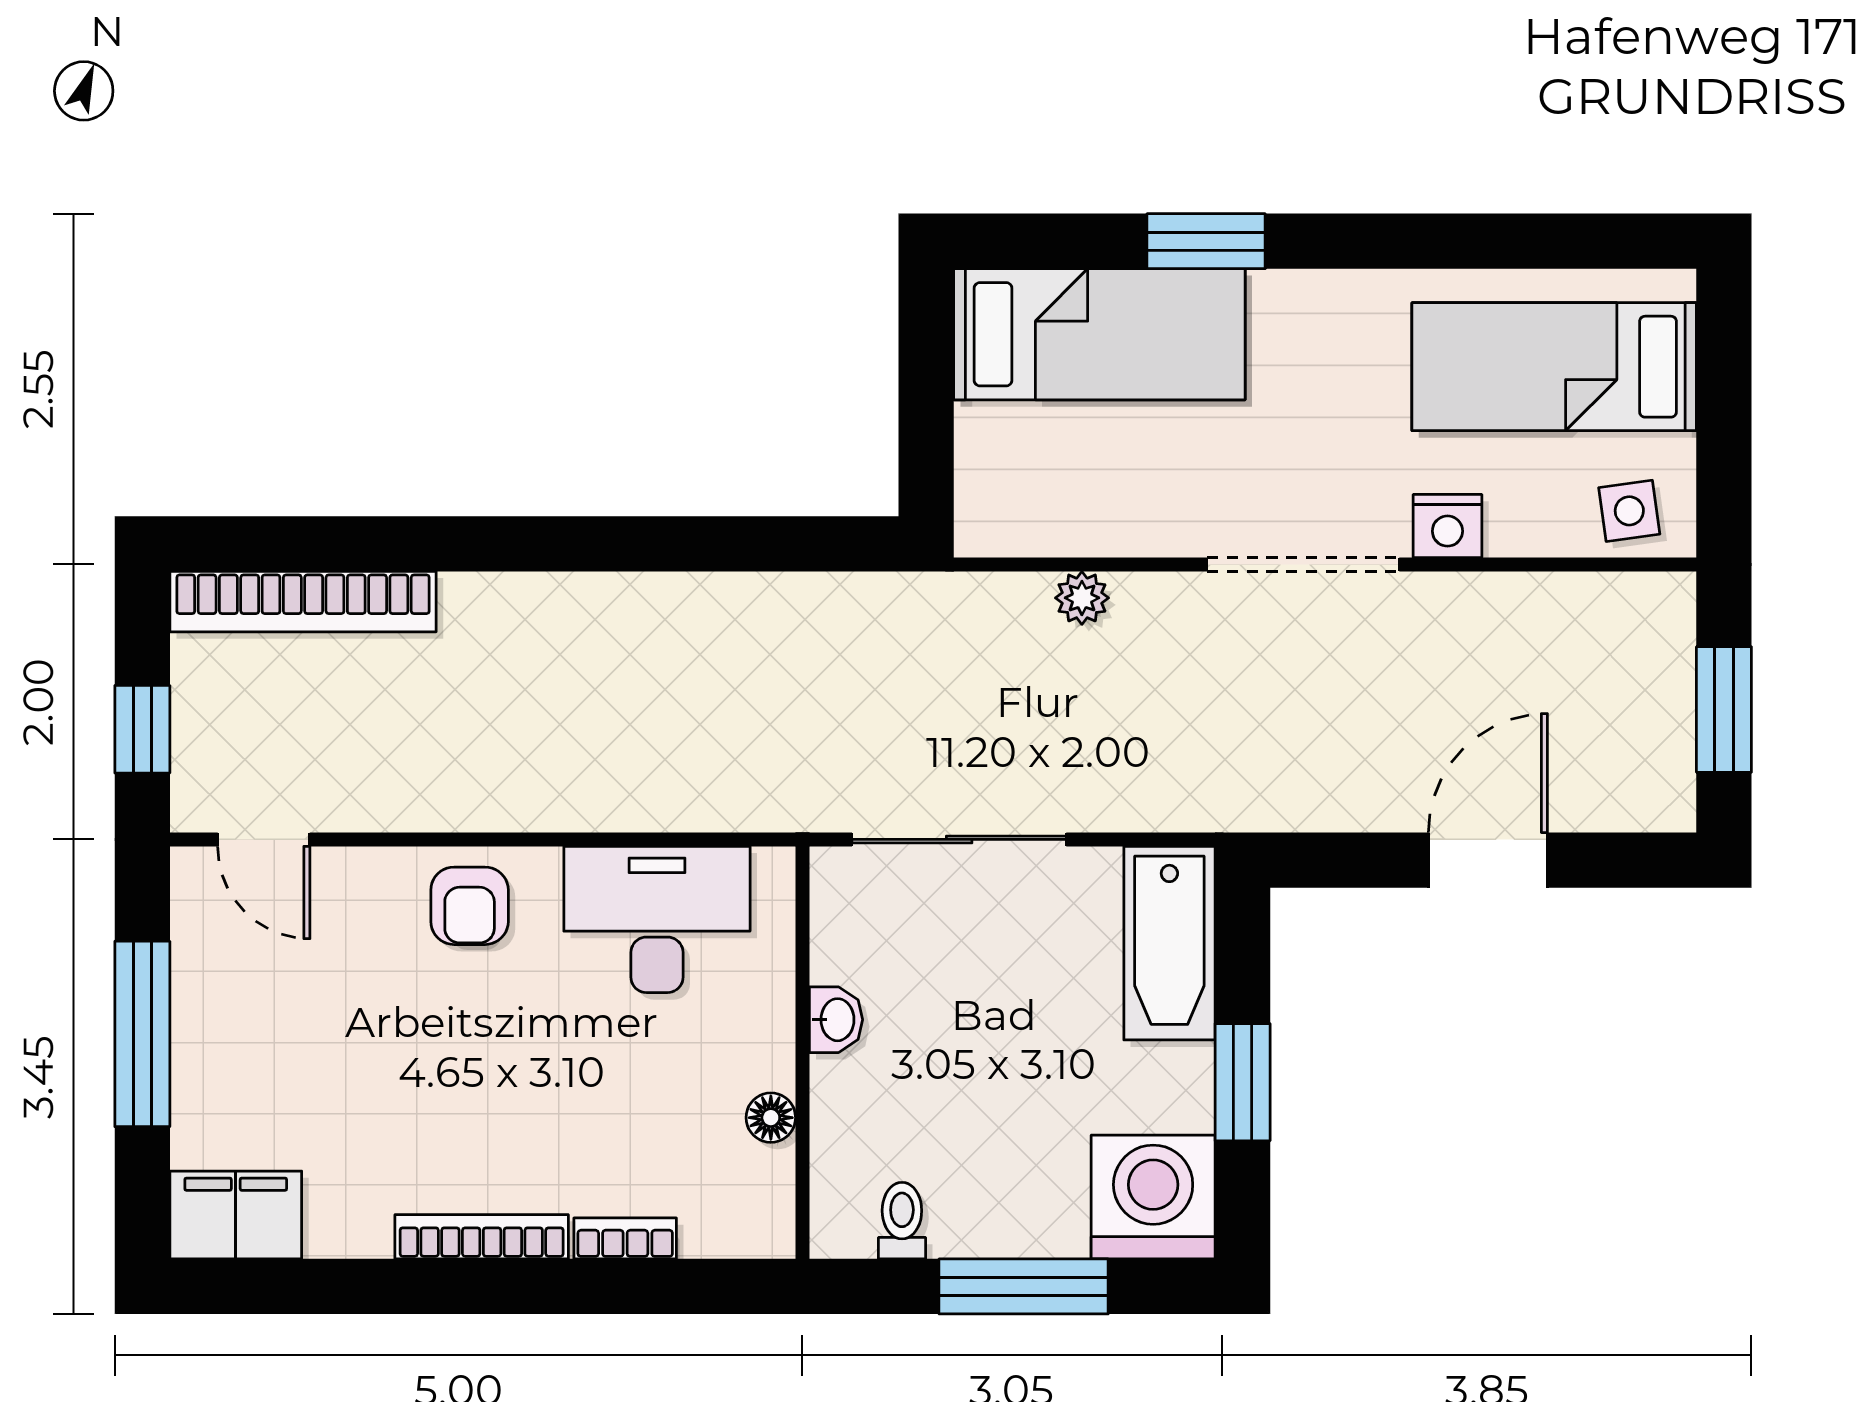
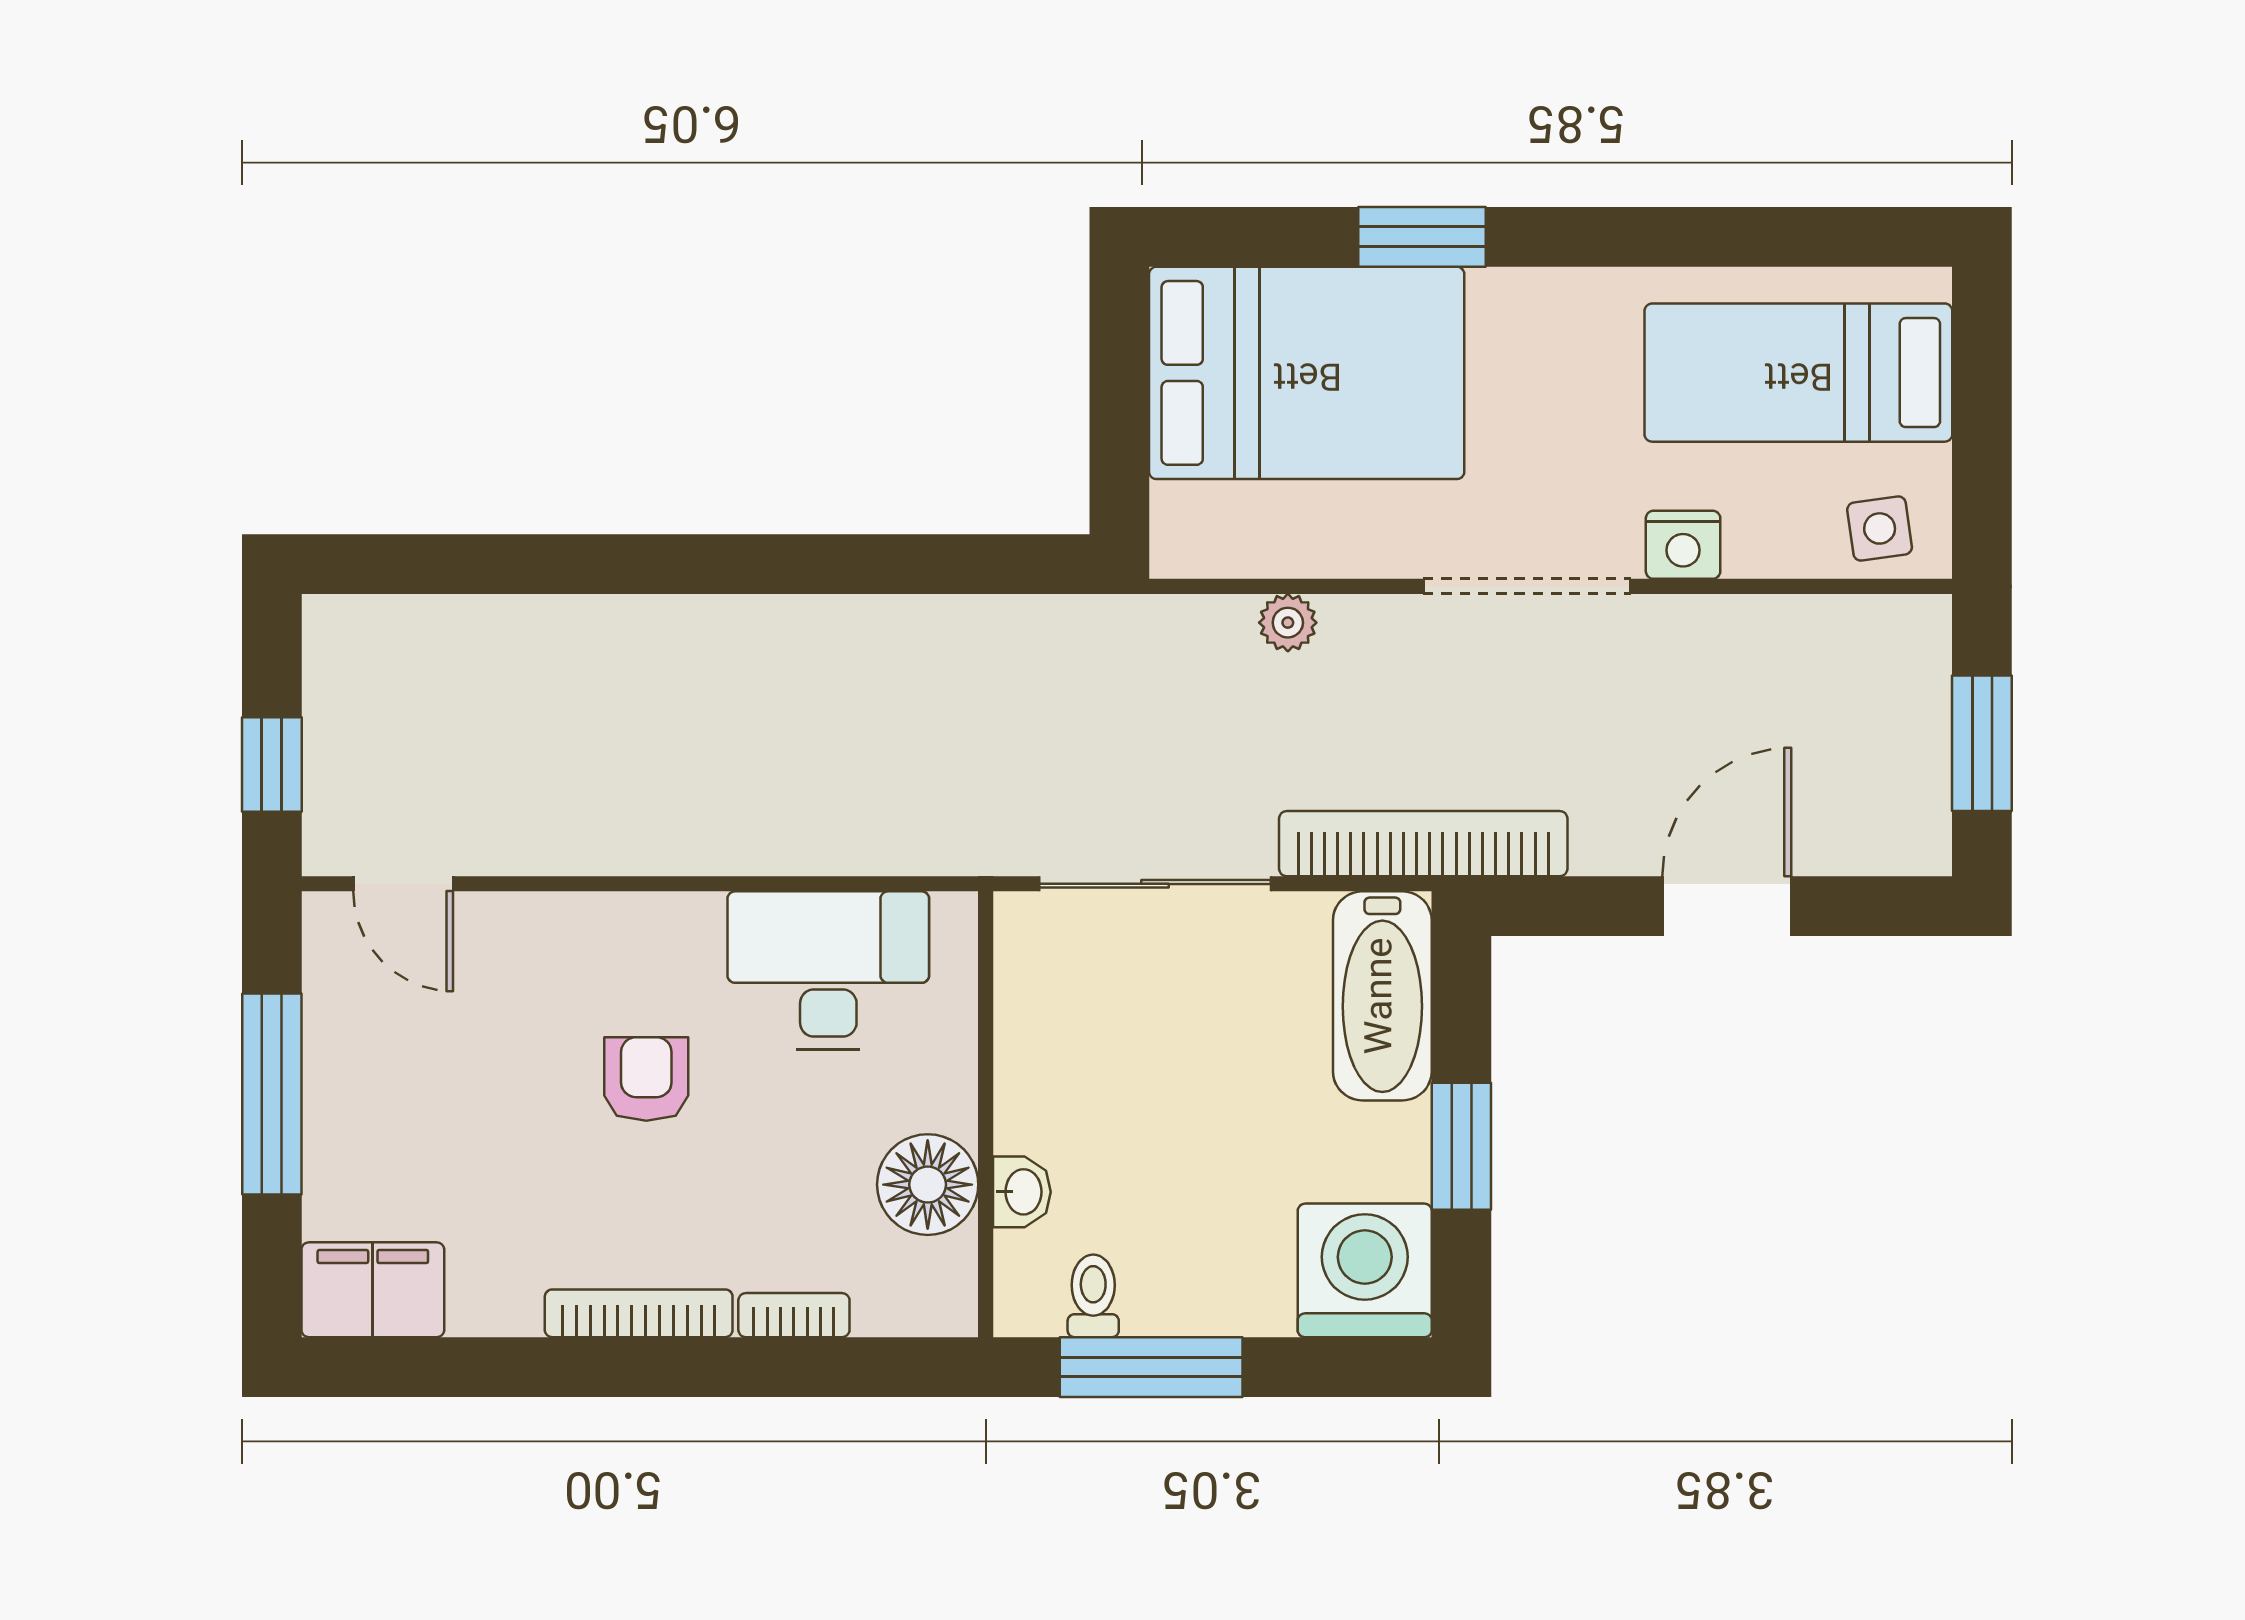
bed: (1099, 334) -> (1307, 373), width x1.50
bookcase: (303, 602) -> (1423, 844), moved, turned 180
armchair: (470, 906) -> (646, 1079), moved, turned 180
washbasin: (836, 1020) -> (1022, 1192), moved
floor lamp: (771, 1118) -> (928, 1185), width x1.89, depth x1.89
window: (1024, 1286) -> (1151, 1367), moved

